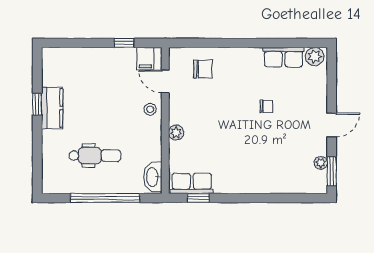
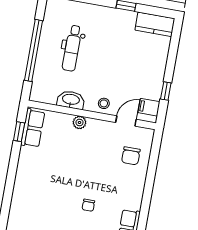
kitchen counter: (52, 108) -> (155, 24), moved
washbasin: (153, 177) -> (71, 100), moved

